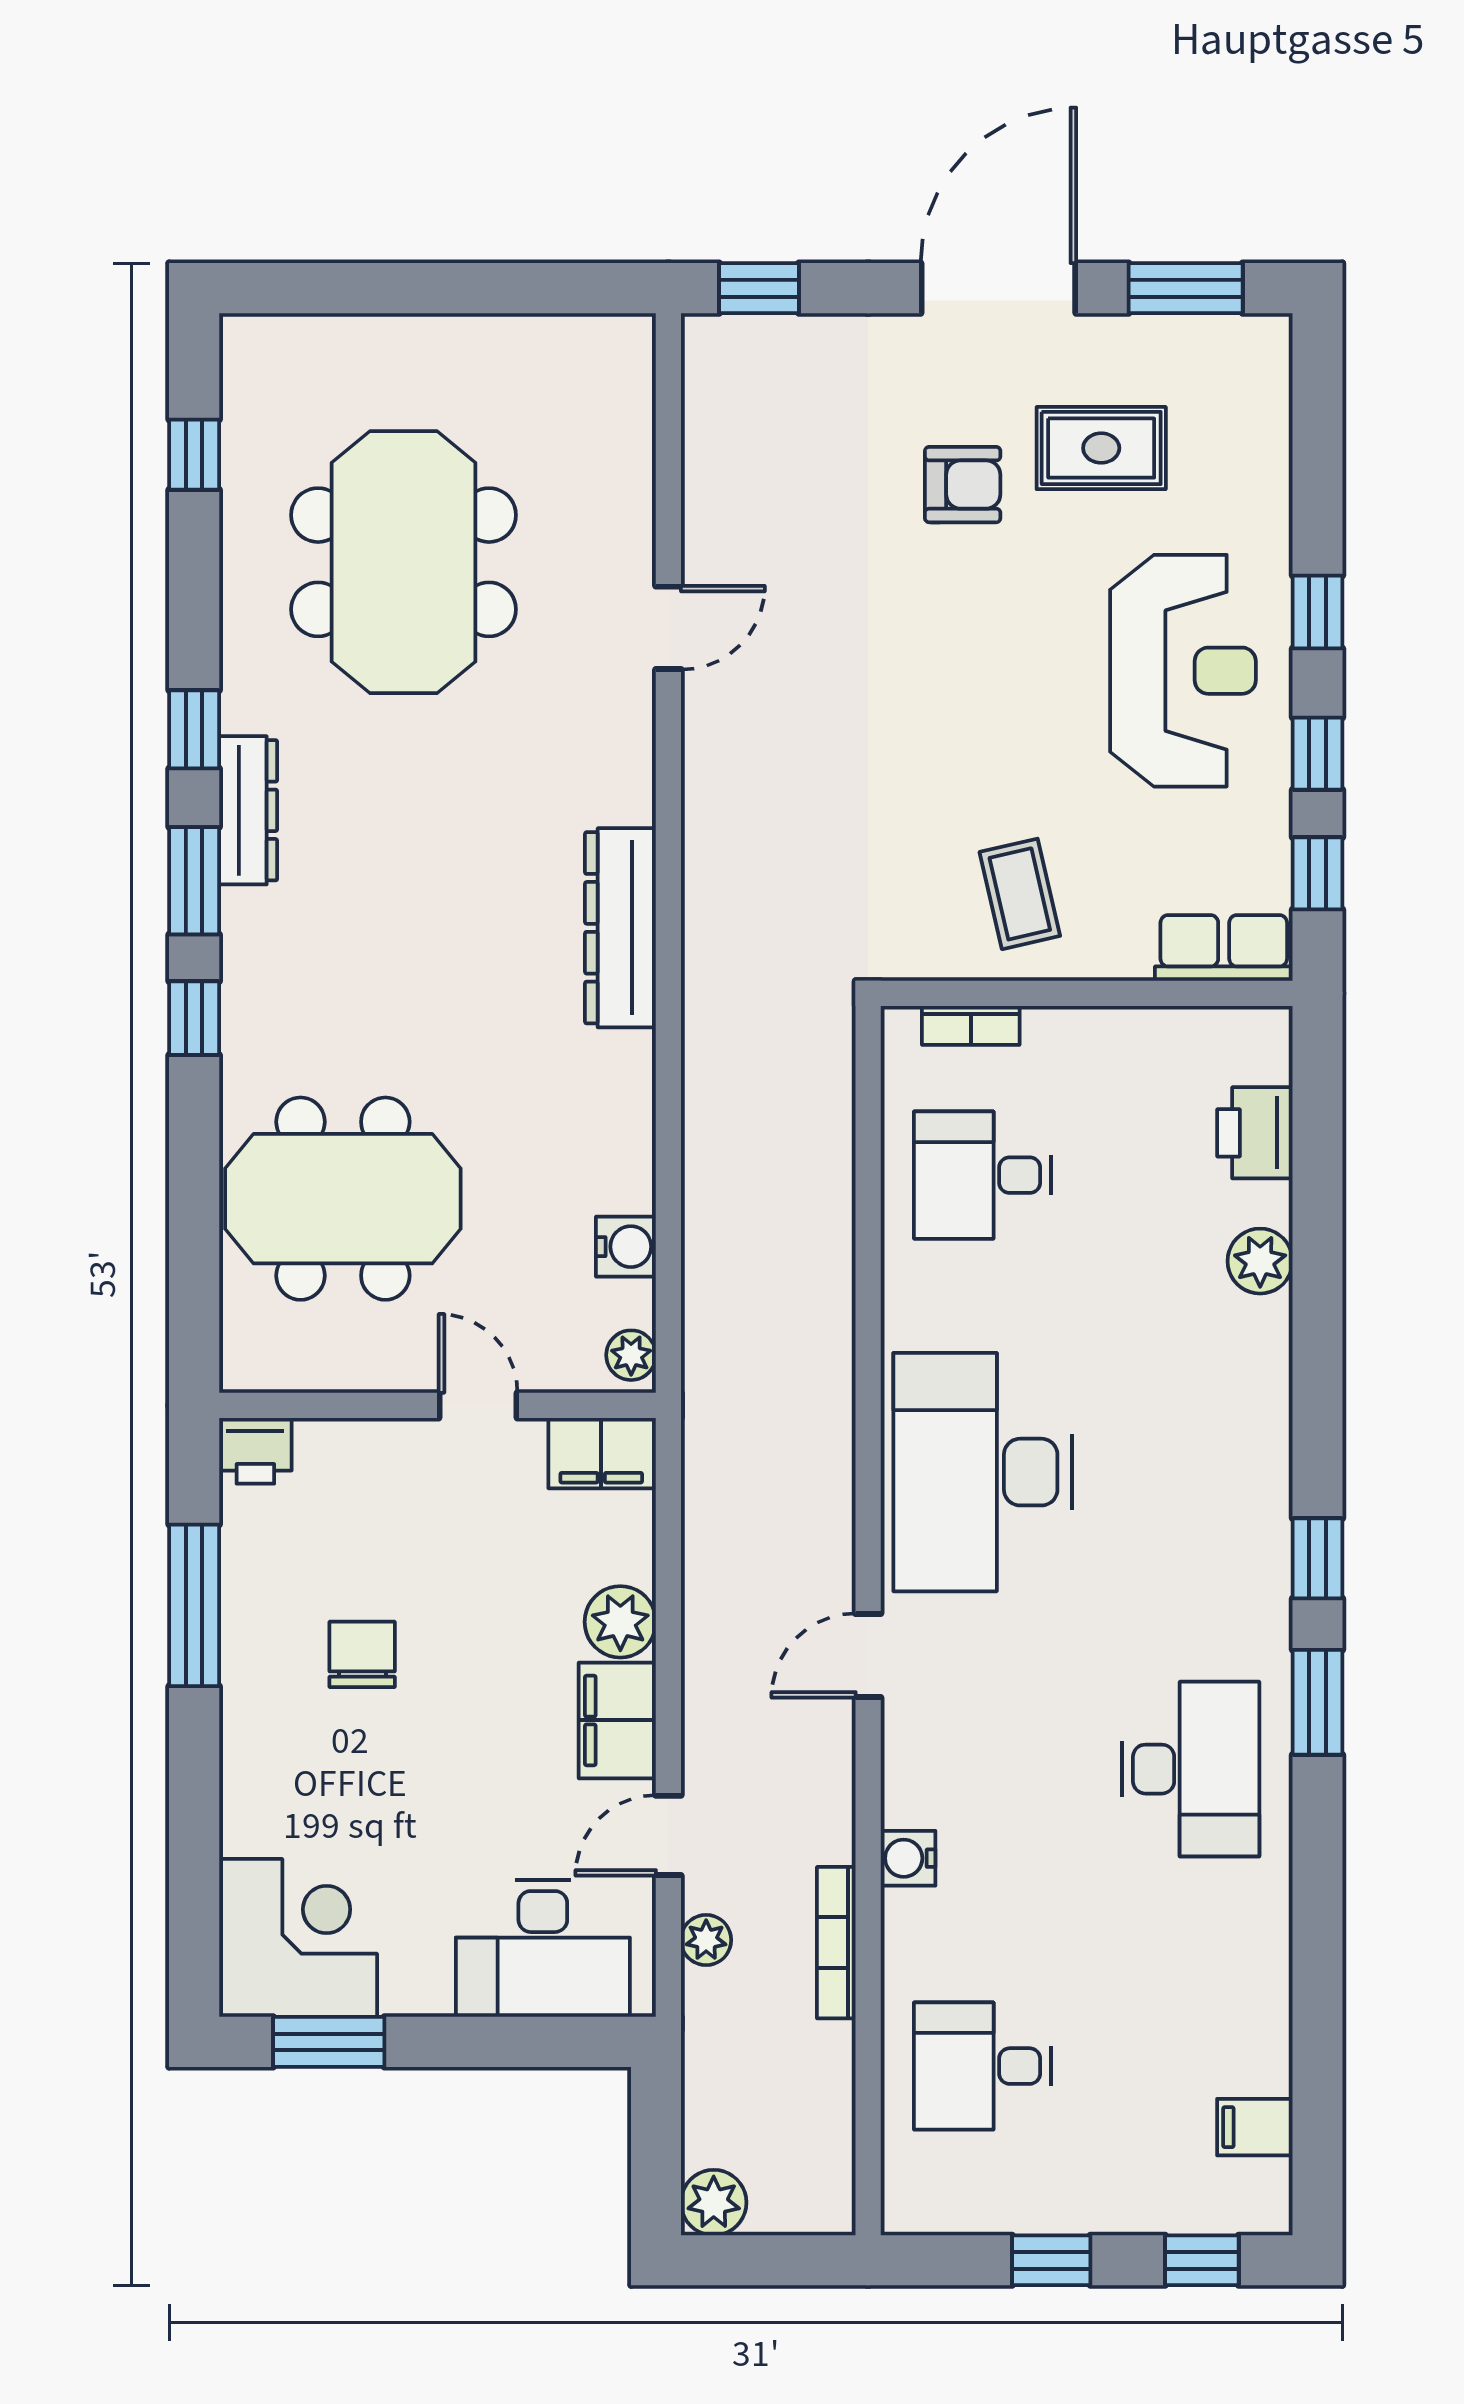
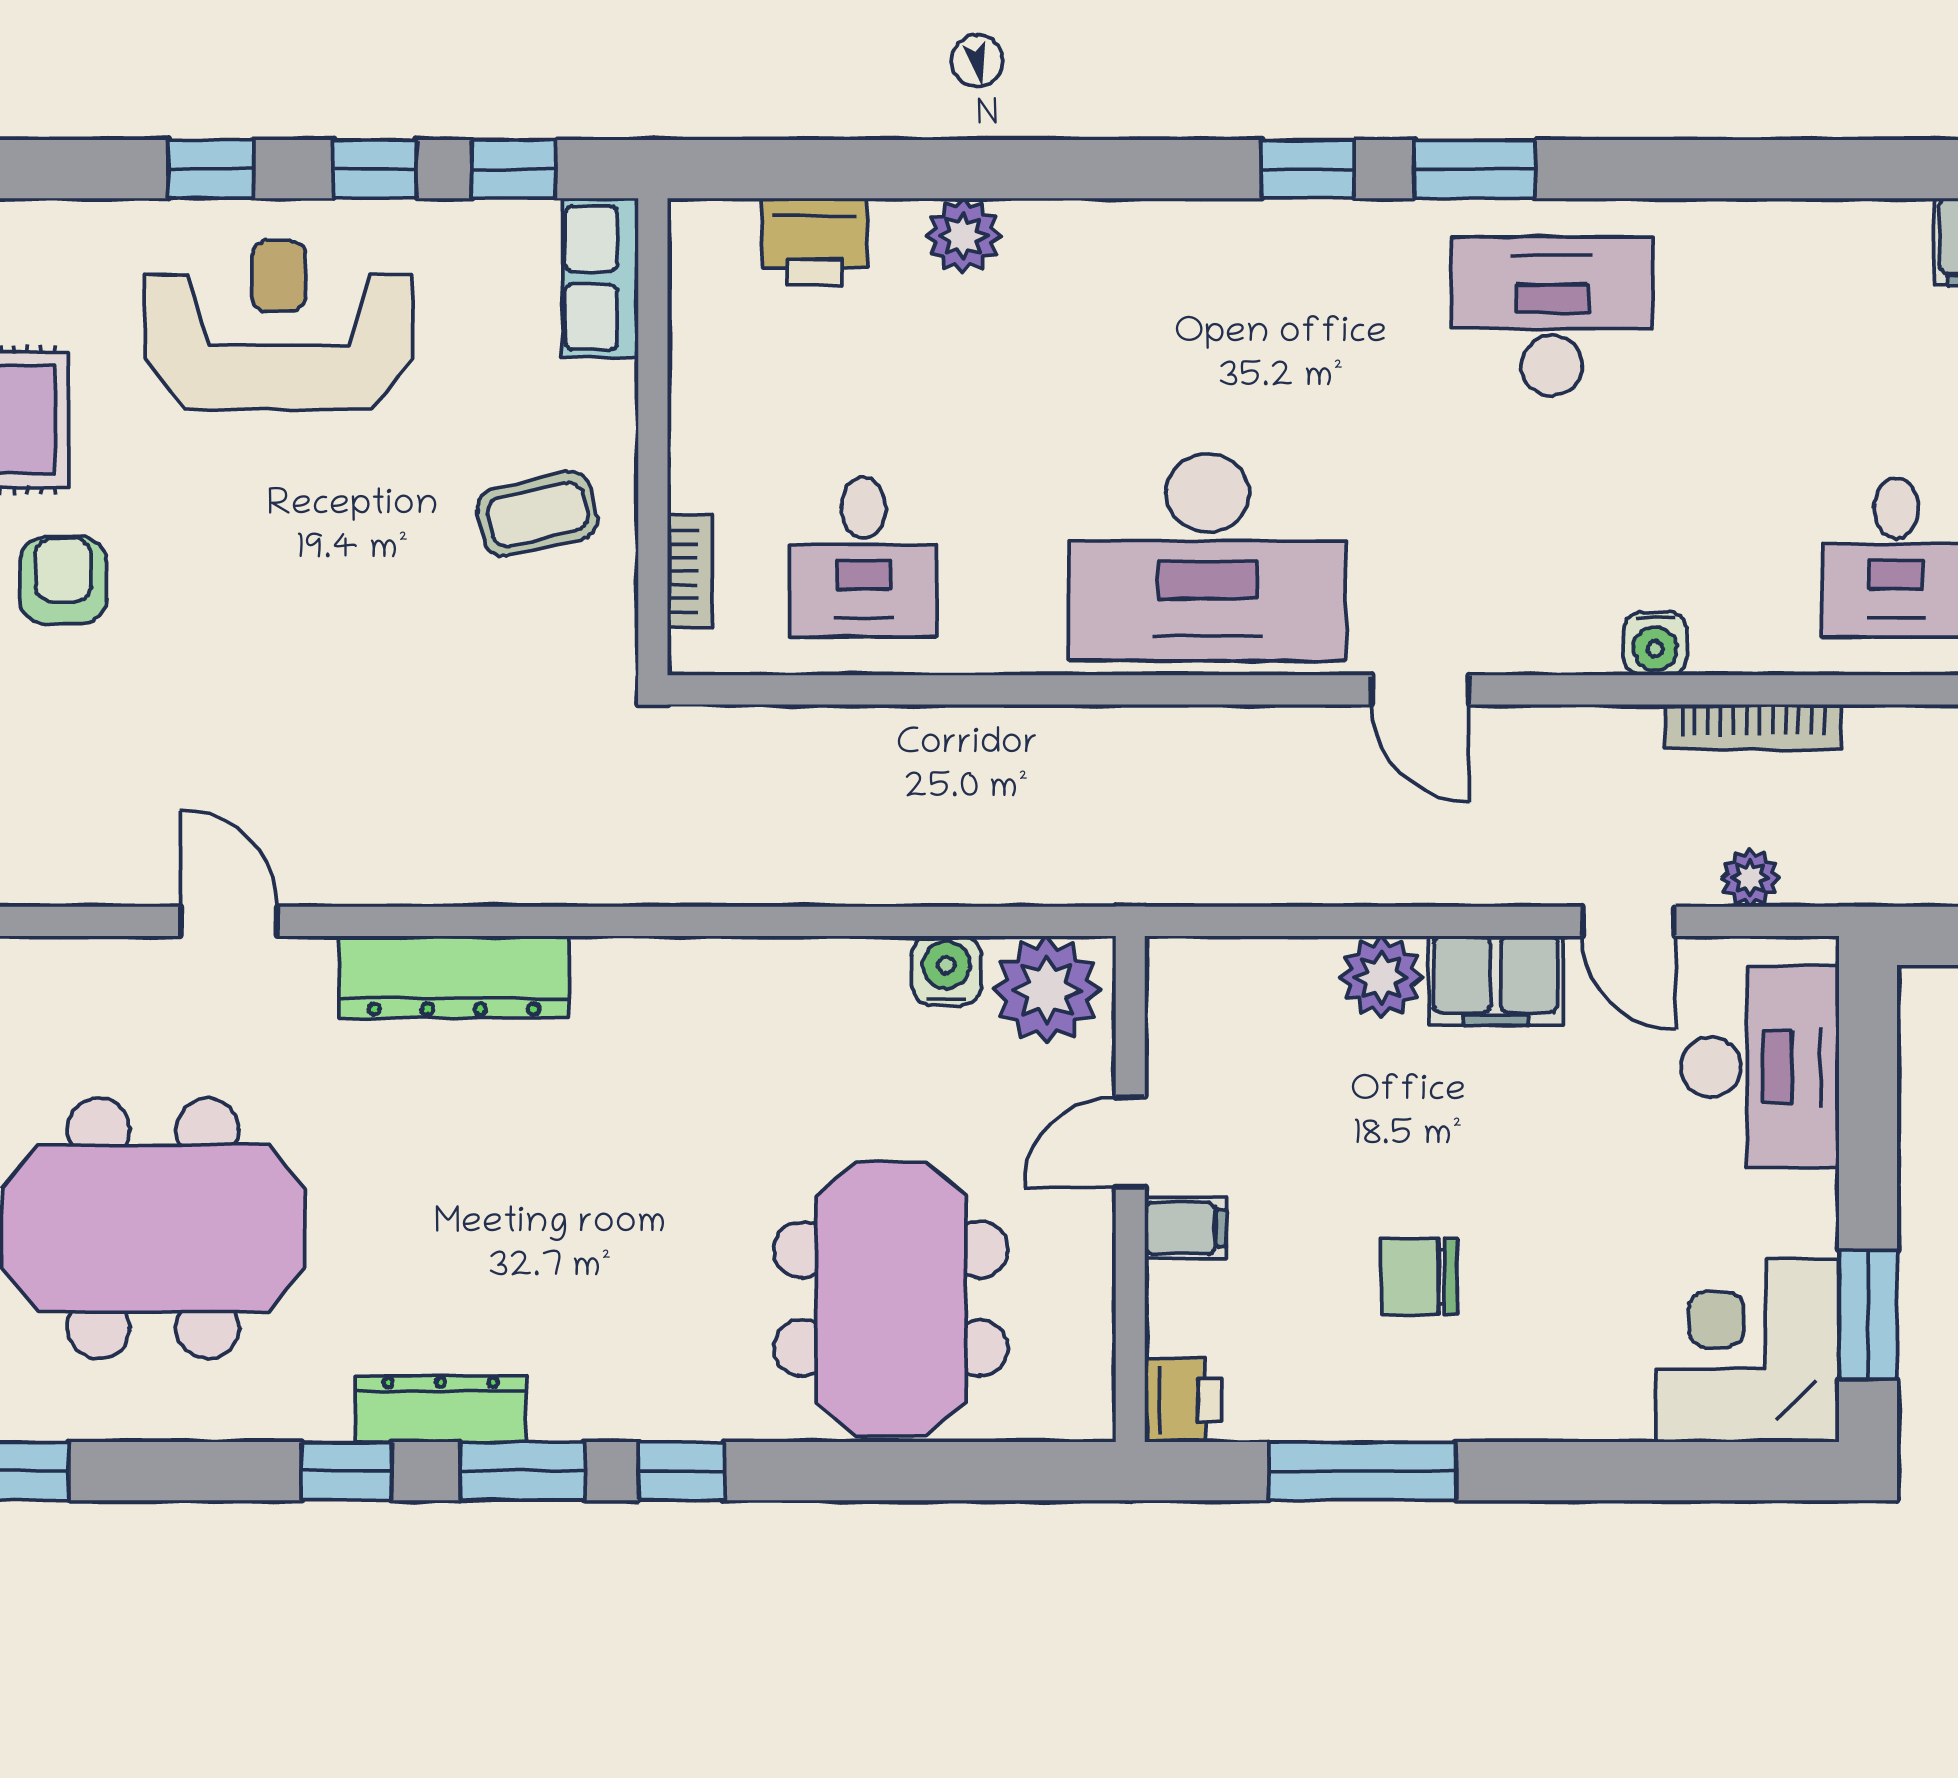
dresser: (620, 928) -> (454, 977), moved
plant: (631, 1355) -> (1047, 990), width x1.88, depth x1.88
filing cabinet: (601, 1453) -> (1186, 1228), moved, width x0.50

